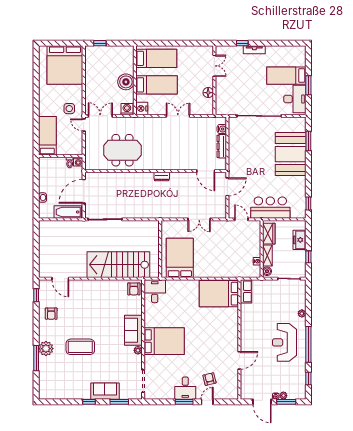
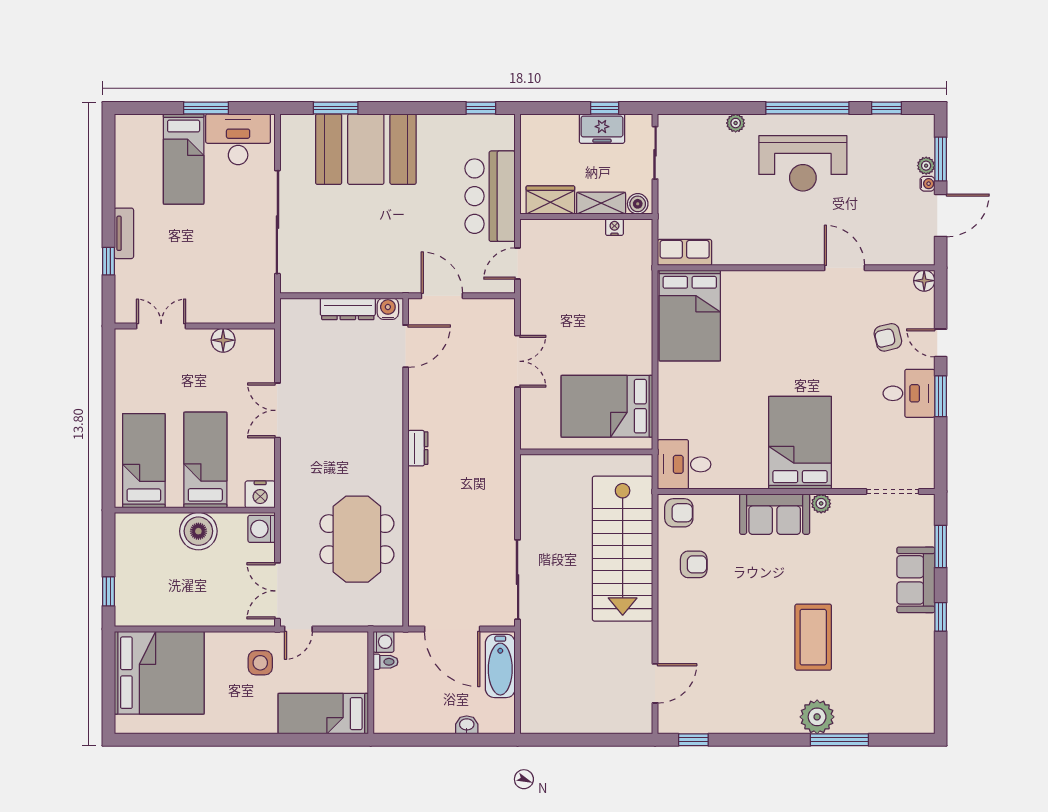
water cooler: (222, 129) -> (388, 309), moved
freezer: (299, 240) -> (602, 129), moved
armchair: (51, 314) -> (694, 564), moved
floor lamp: (234, 395) -> (924, 281), added

